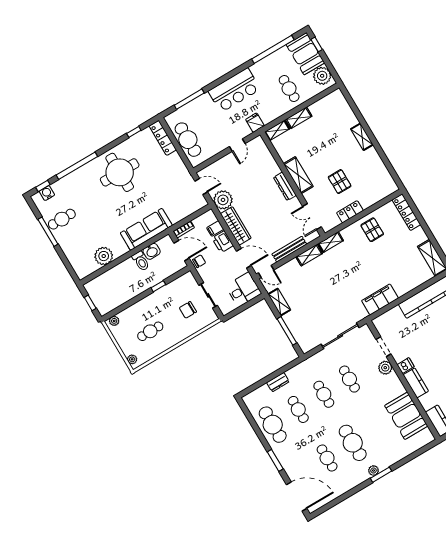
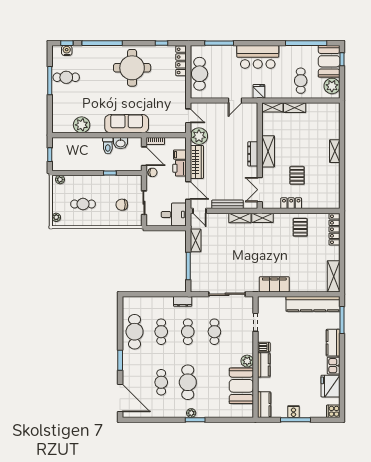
plant: (385, 368) -> (247, 361), moved
dresser: (278, 382) -> (183, 301), moved

